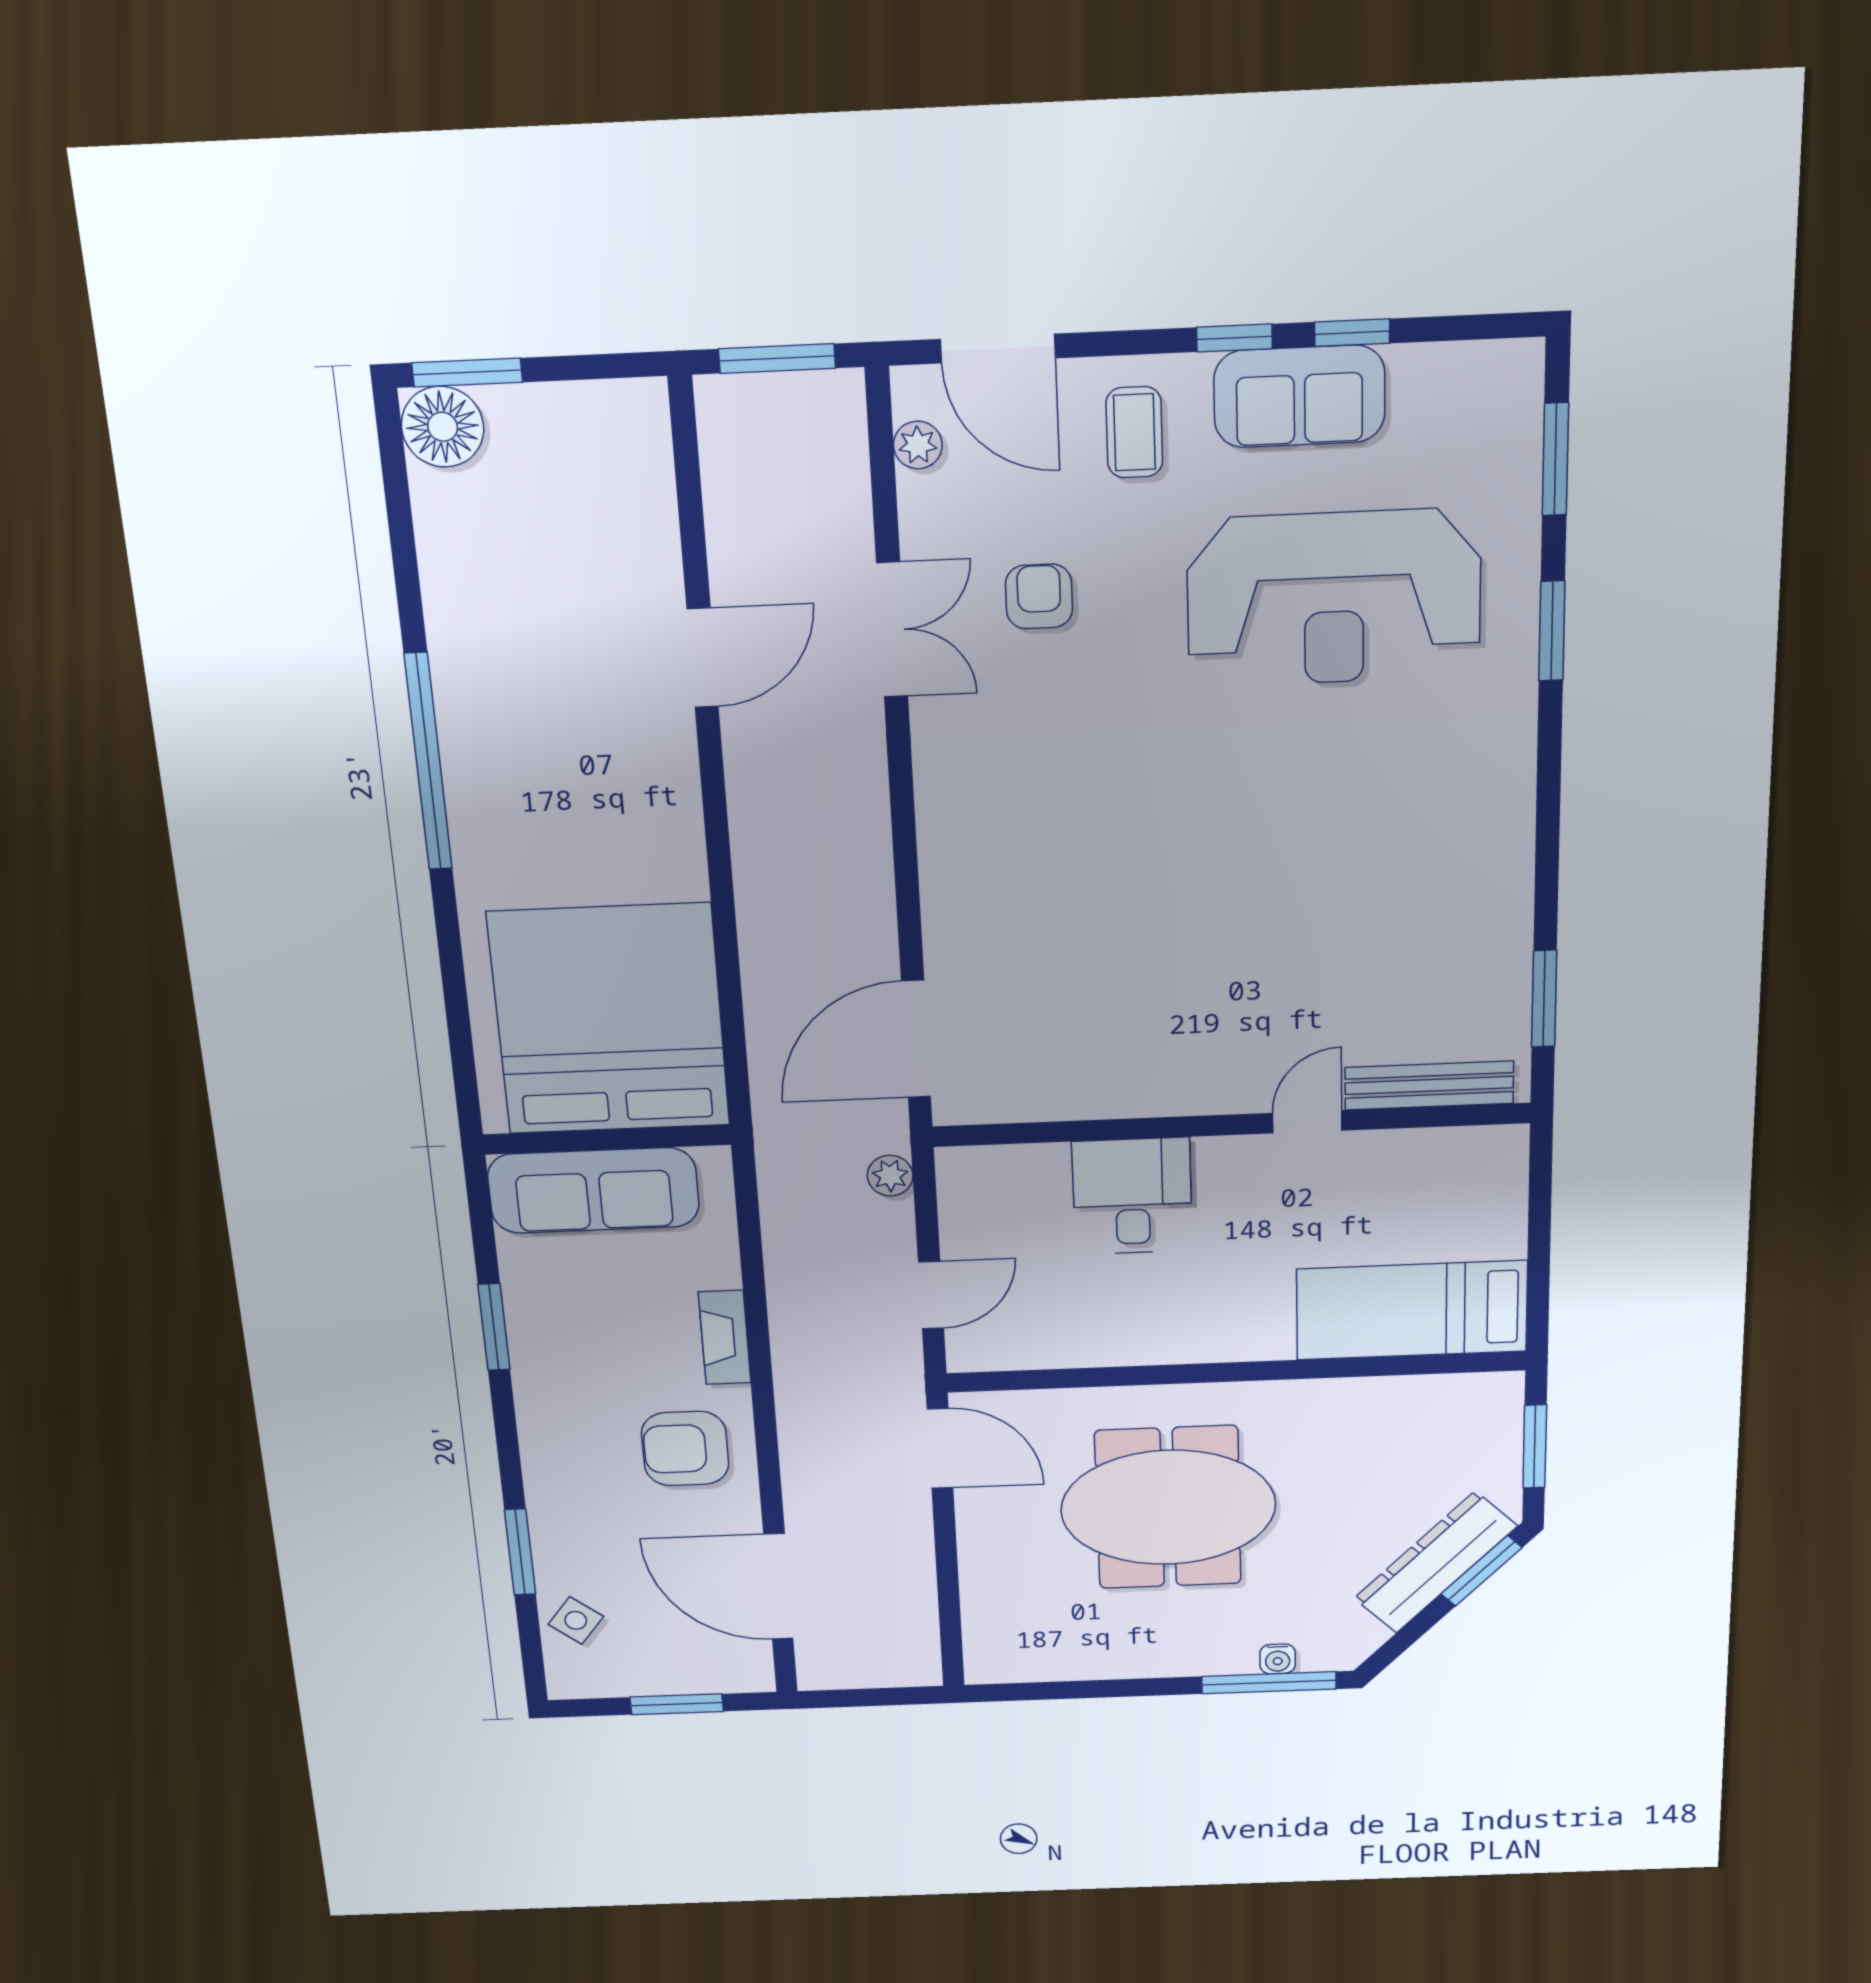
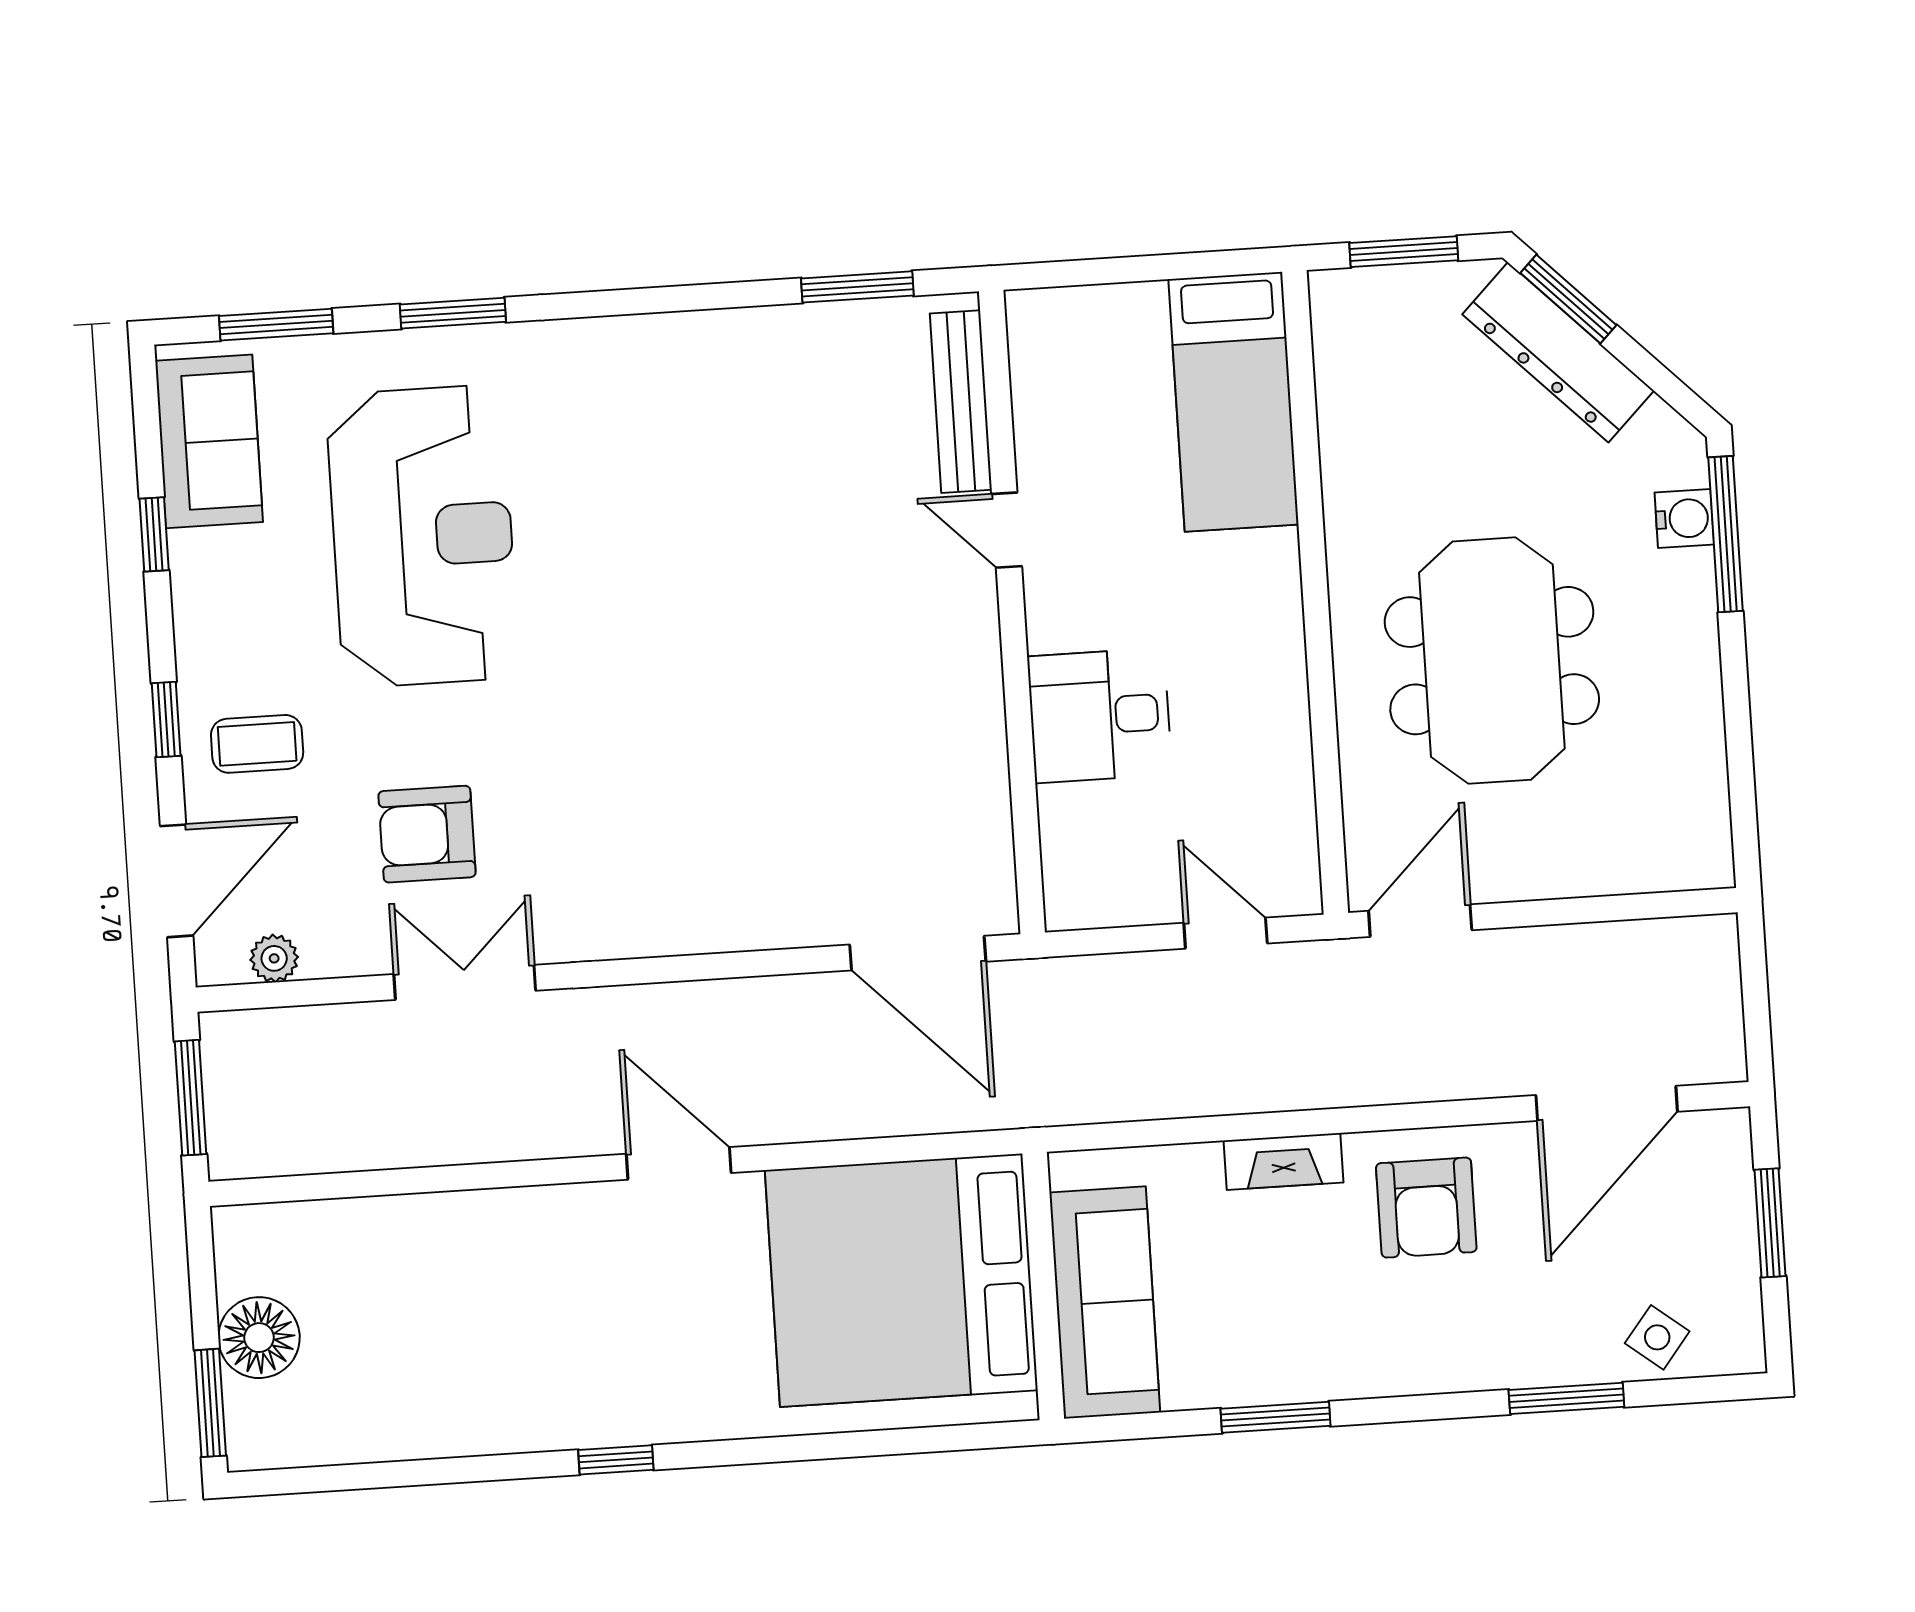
window: (1234, 338) -> (166, 719), moved
sofa: (1299, 396) -> (209, 441), moved
floor lamp: (443, 427) -> (259, 1338), moved
armchair: (1039, 596) -> (427, 834), width x1.38, depth x1.38
door: (703, 658) -> (679, 1163), moved
window: (428, 762) -> (616, 1460), width x0.32
plant: (890, 1176) -> (1080, 979), removed
water cooler: (1278, 1659) -> (1684, 518), width x1.38, depth x1.38

